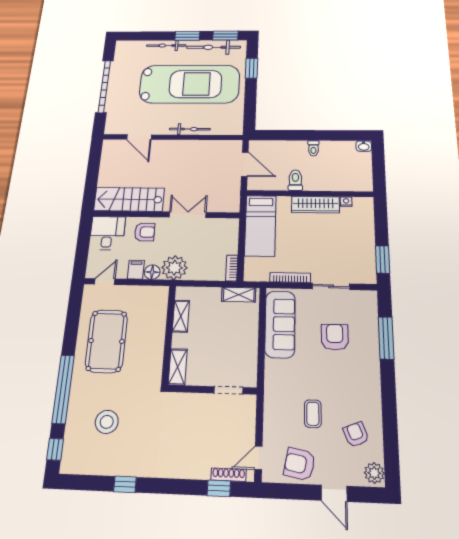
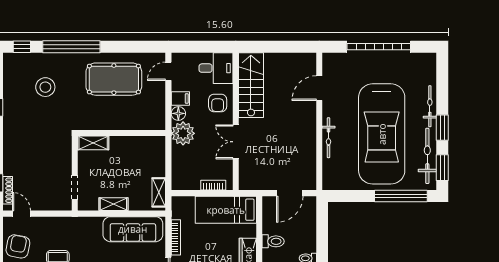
window: (252, 68) -> (401, 196), width x2.11
double door: (188, 215) -> (236, 142), swing flipped
bookcase: (232, 268) -> (213, 185), moved
door: (105, 282) -> (168, 71), swing flipped
shelving: (181, 316) -> (113, 204), moved

